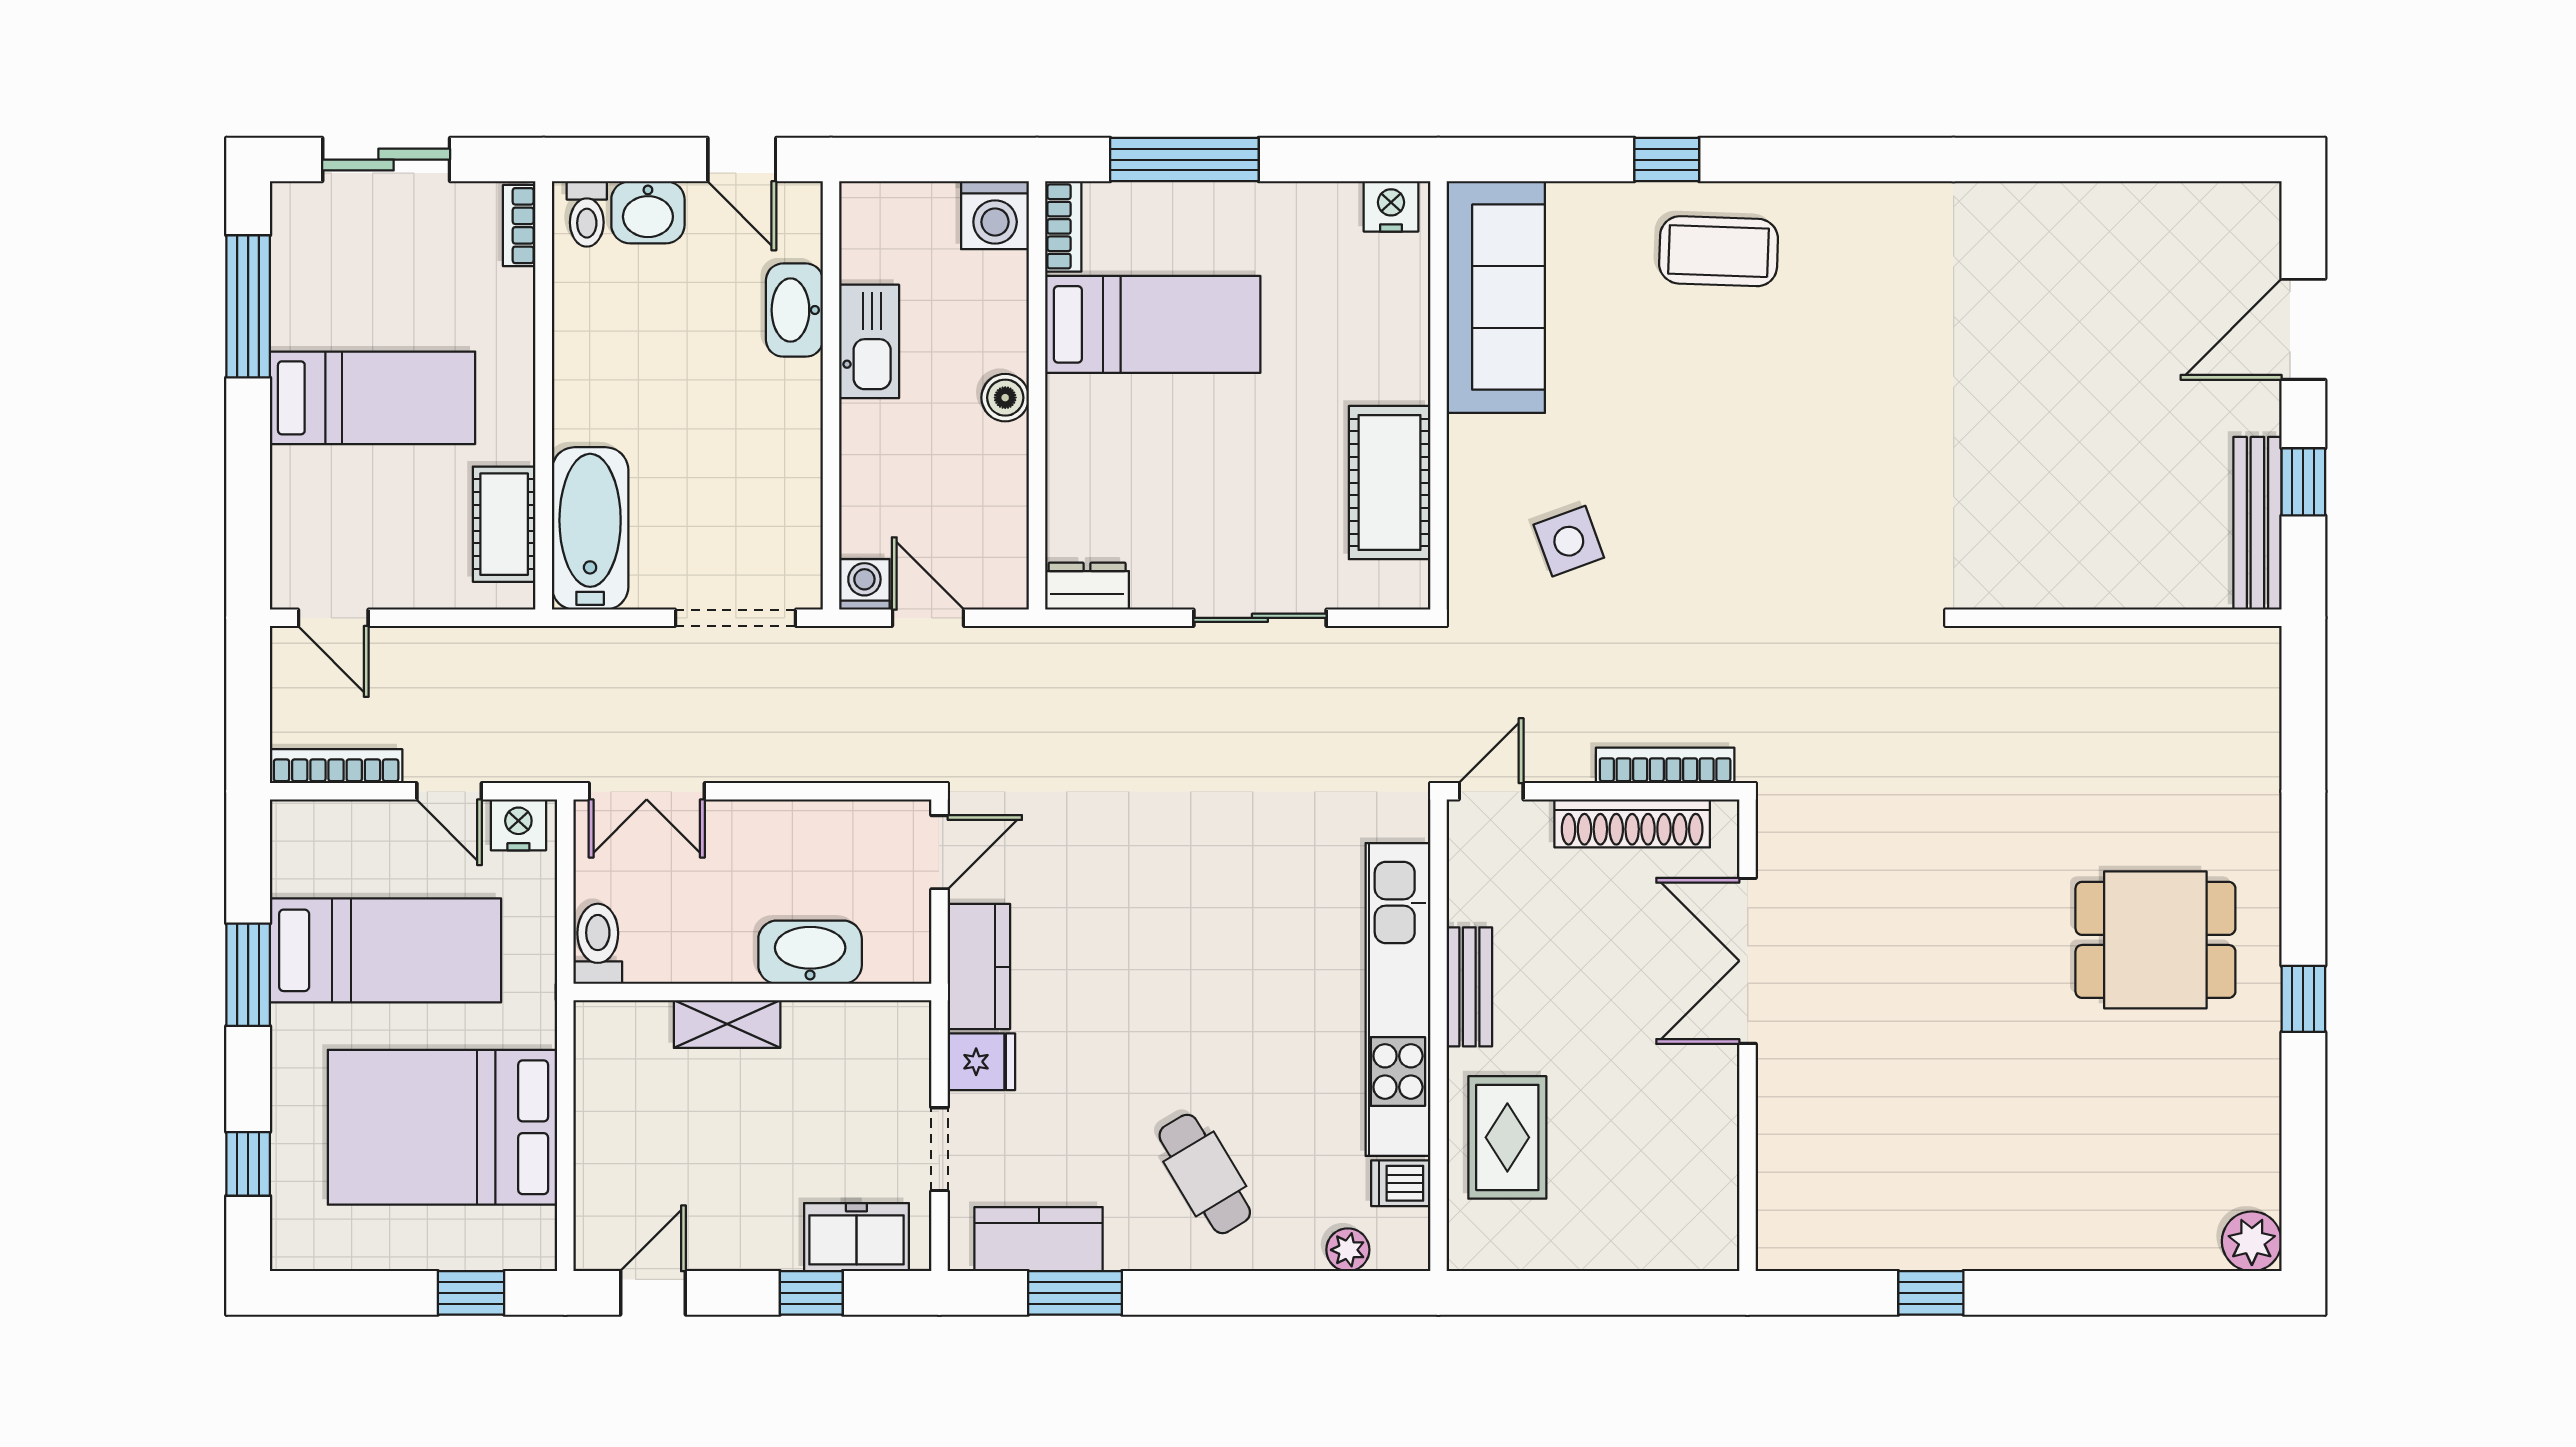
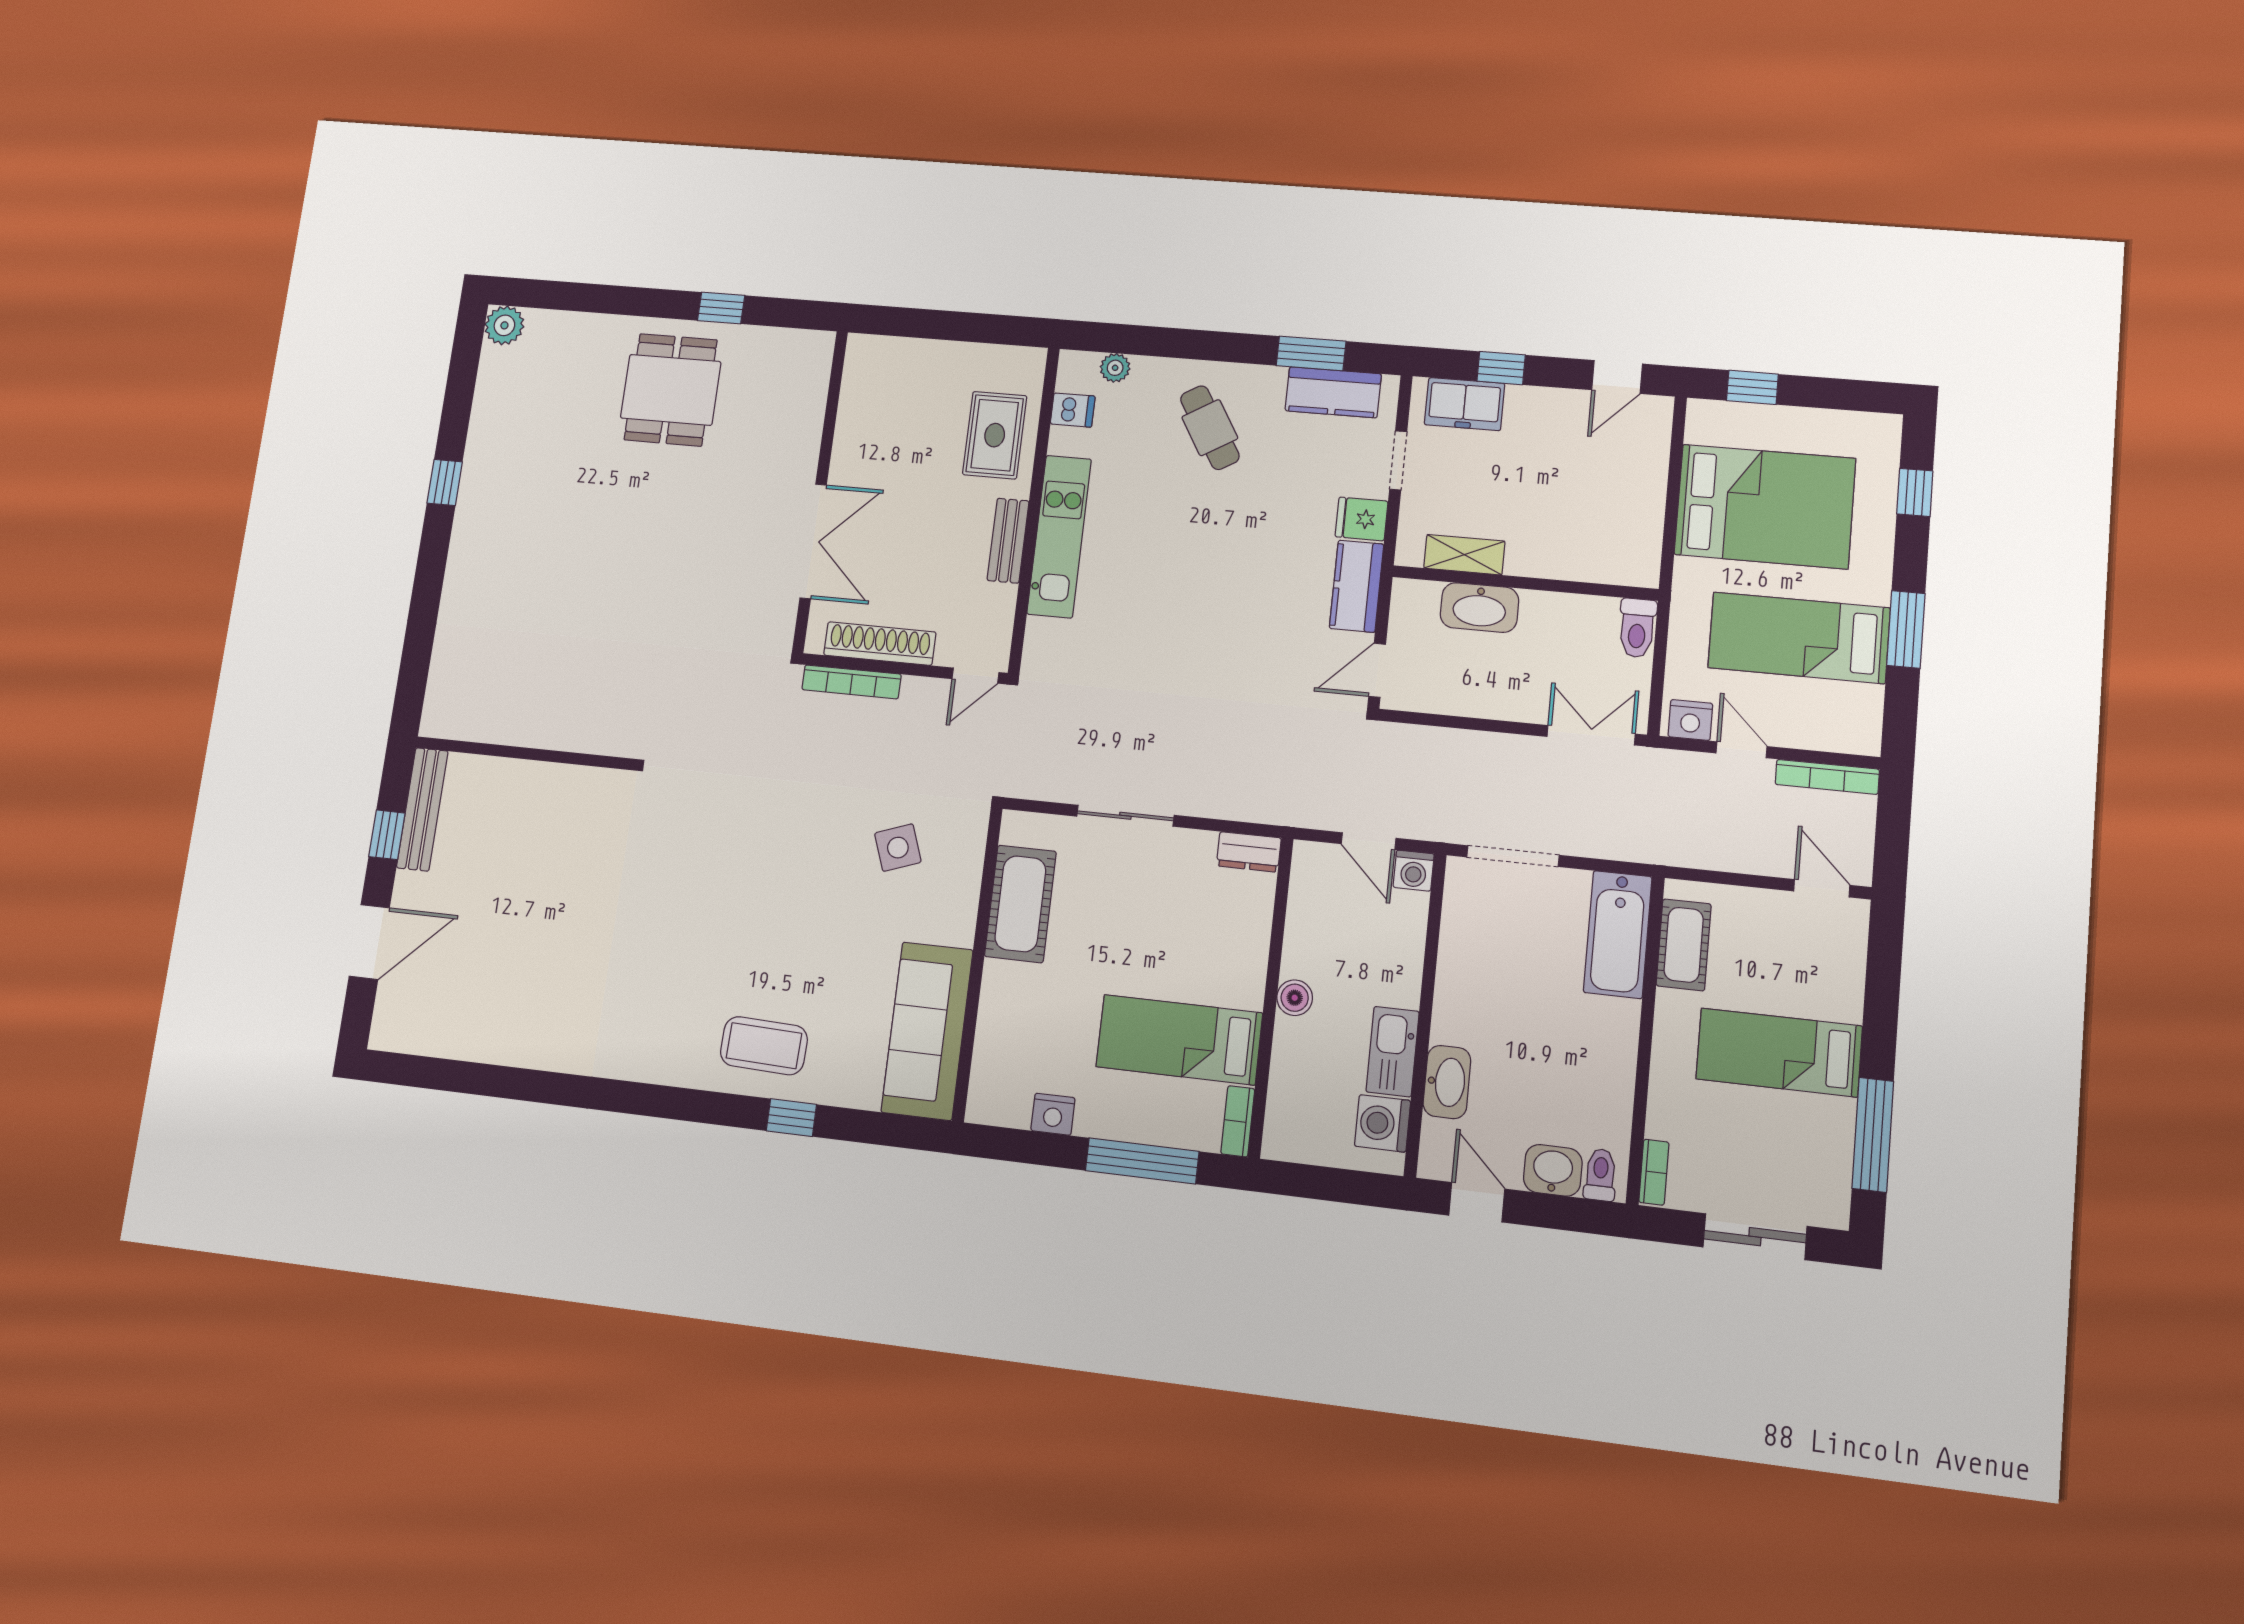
nightstand: (1391, 206) -> (1053, 1114), moved
washing machine: (995, 215) -> (1383, 1123), moved, turned -90
dining table: (2155, 940) -> (671, 390), moved, turned 90
kitchen unit: (1398, 1000) -> (1059, 536), width x0.73
shelving: (727, 1024) -> (1464, 555), moved

